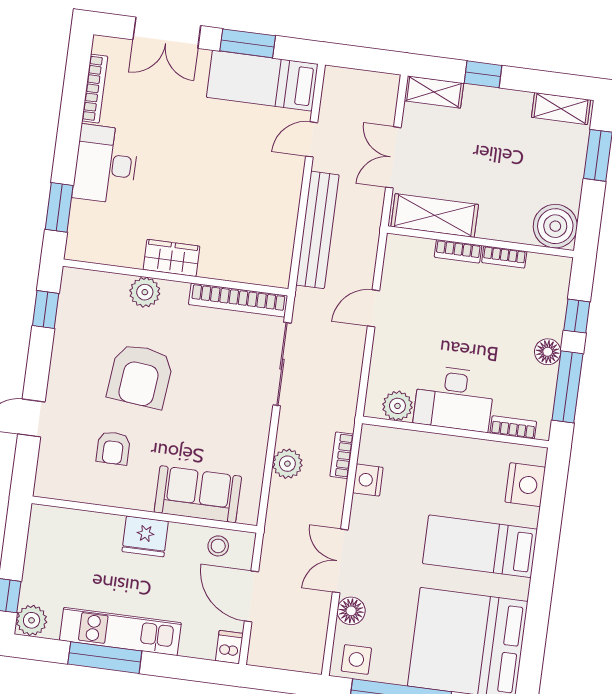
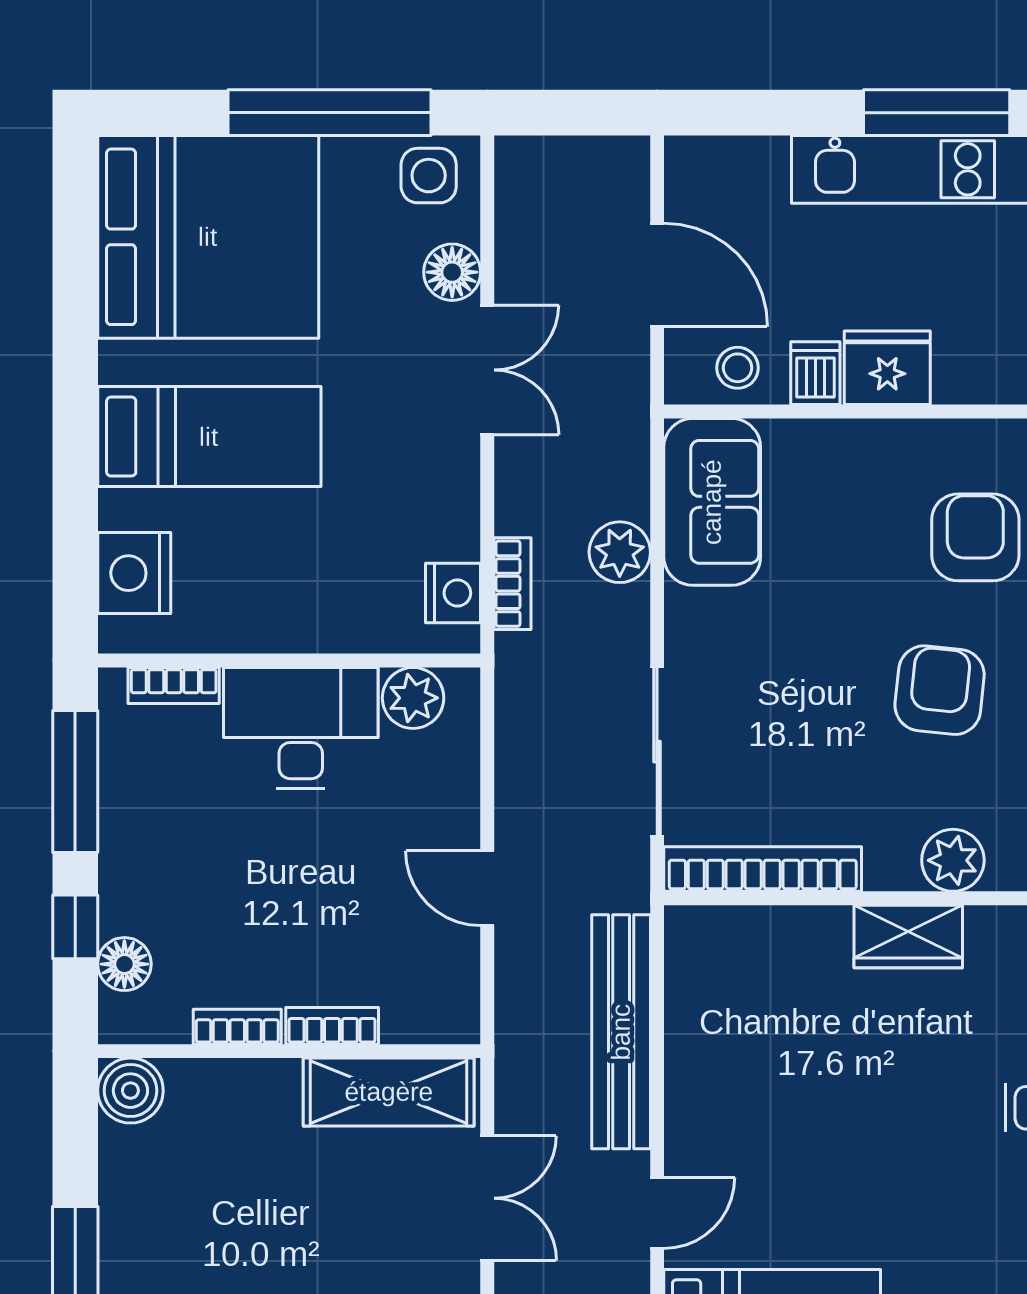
boiler: (555, 226) -> (130, 1091), width x0.73, depth x0.73
door: (374, 308) -> (487, 888), swing flipped
floor lamp: (548, 352) -> (124, 964), moved
armchair: (140, 376) -> (940, 690), width x0.73, depth x0.73
armchair: (113, 448) -> (975, 537), width x1.38, depth x1.38
nightstand: (368, 480) -> (453, 593), moved
sofa: (198, 494) -> (712, 502), moved, turned -90
dishwasher: (229, 647) -> (815, 373), moved, turned 180

